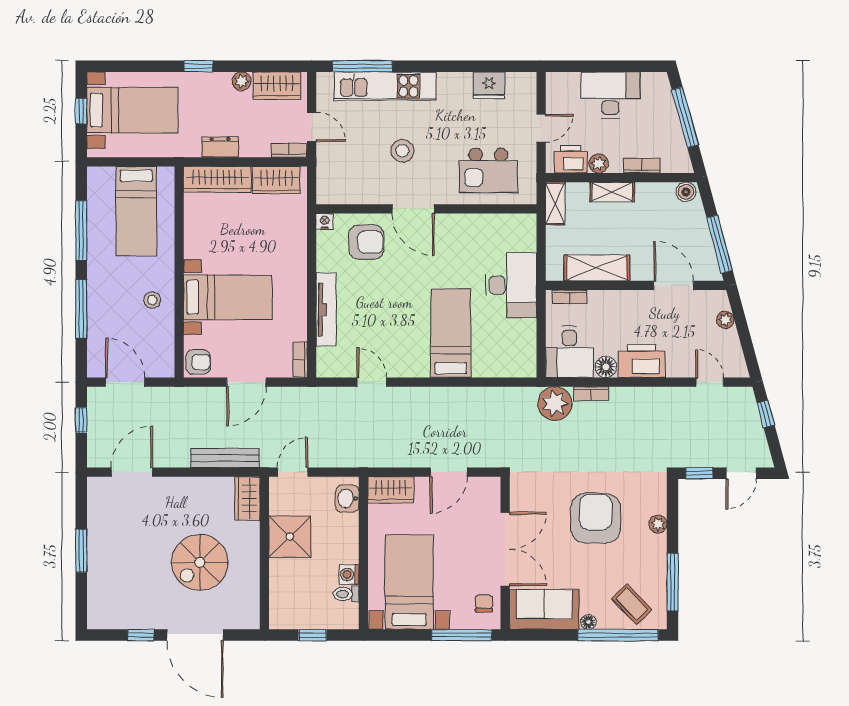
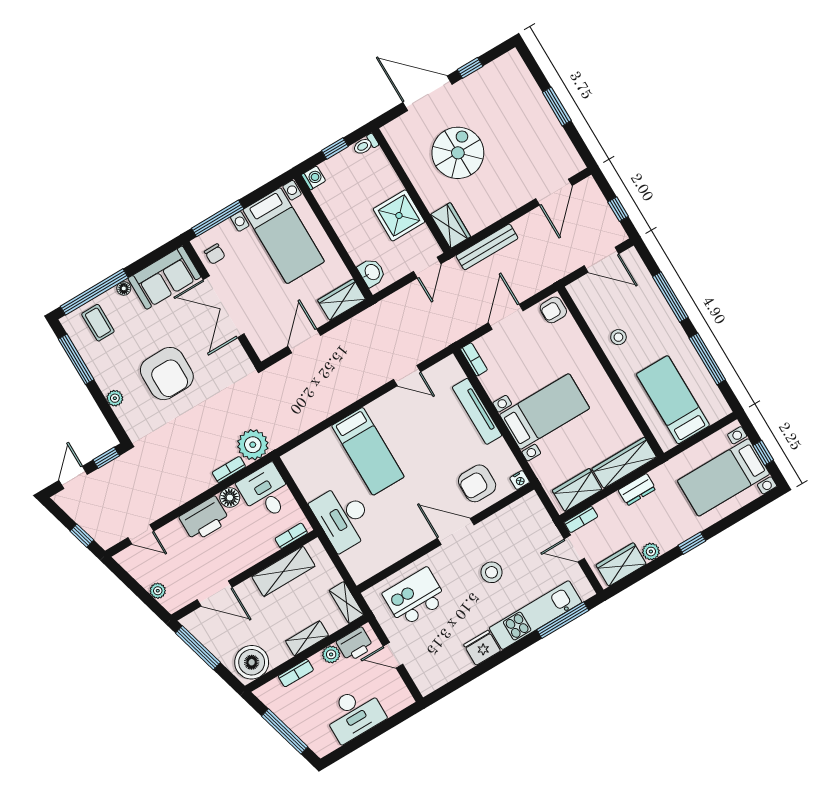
fridge: (489, 85) -> (482, 648), moved
door: (541, 128) -> (393, 655), hinge flipped
boiler: (686, 192) -> (252, 662), width x1.86, depth x1.86
bed with nightstands: (228, 297) -> (545, 412), moved, turned 180
washing machine: (349, 574) -> (313, 178), moved
toilet: (346, 594) -> (365, 145), moved, turned 180
coffee table: (632, 604) -> (98, 323), turned 44

